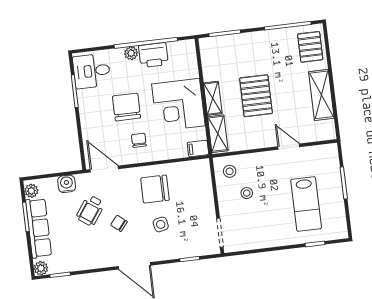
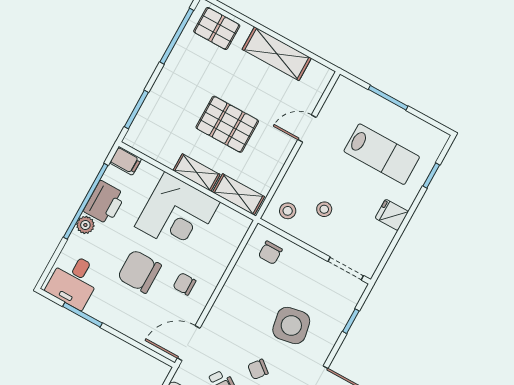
filing cabinet: (198, 148) -> (126, 161), moved, turned -90
chair: (155, 189) -> (270, 253), moved, width x0.54, depth x0.54
side table: (161, 224) -> (291, 325), width x1.87, depth x1.87
fridge: (273, 237) -> (392, 215), added

